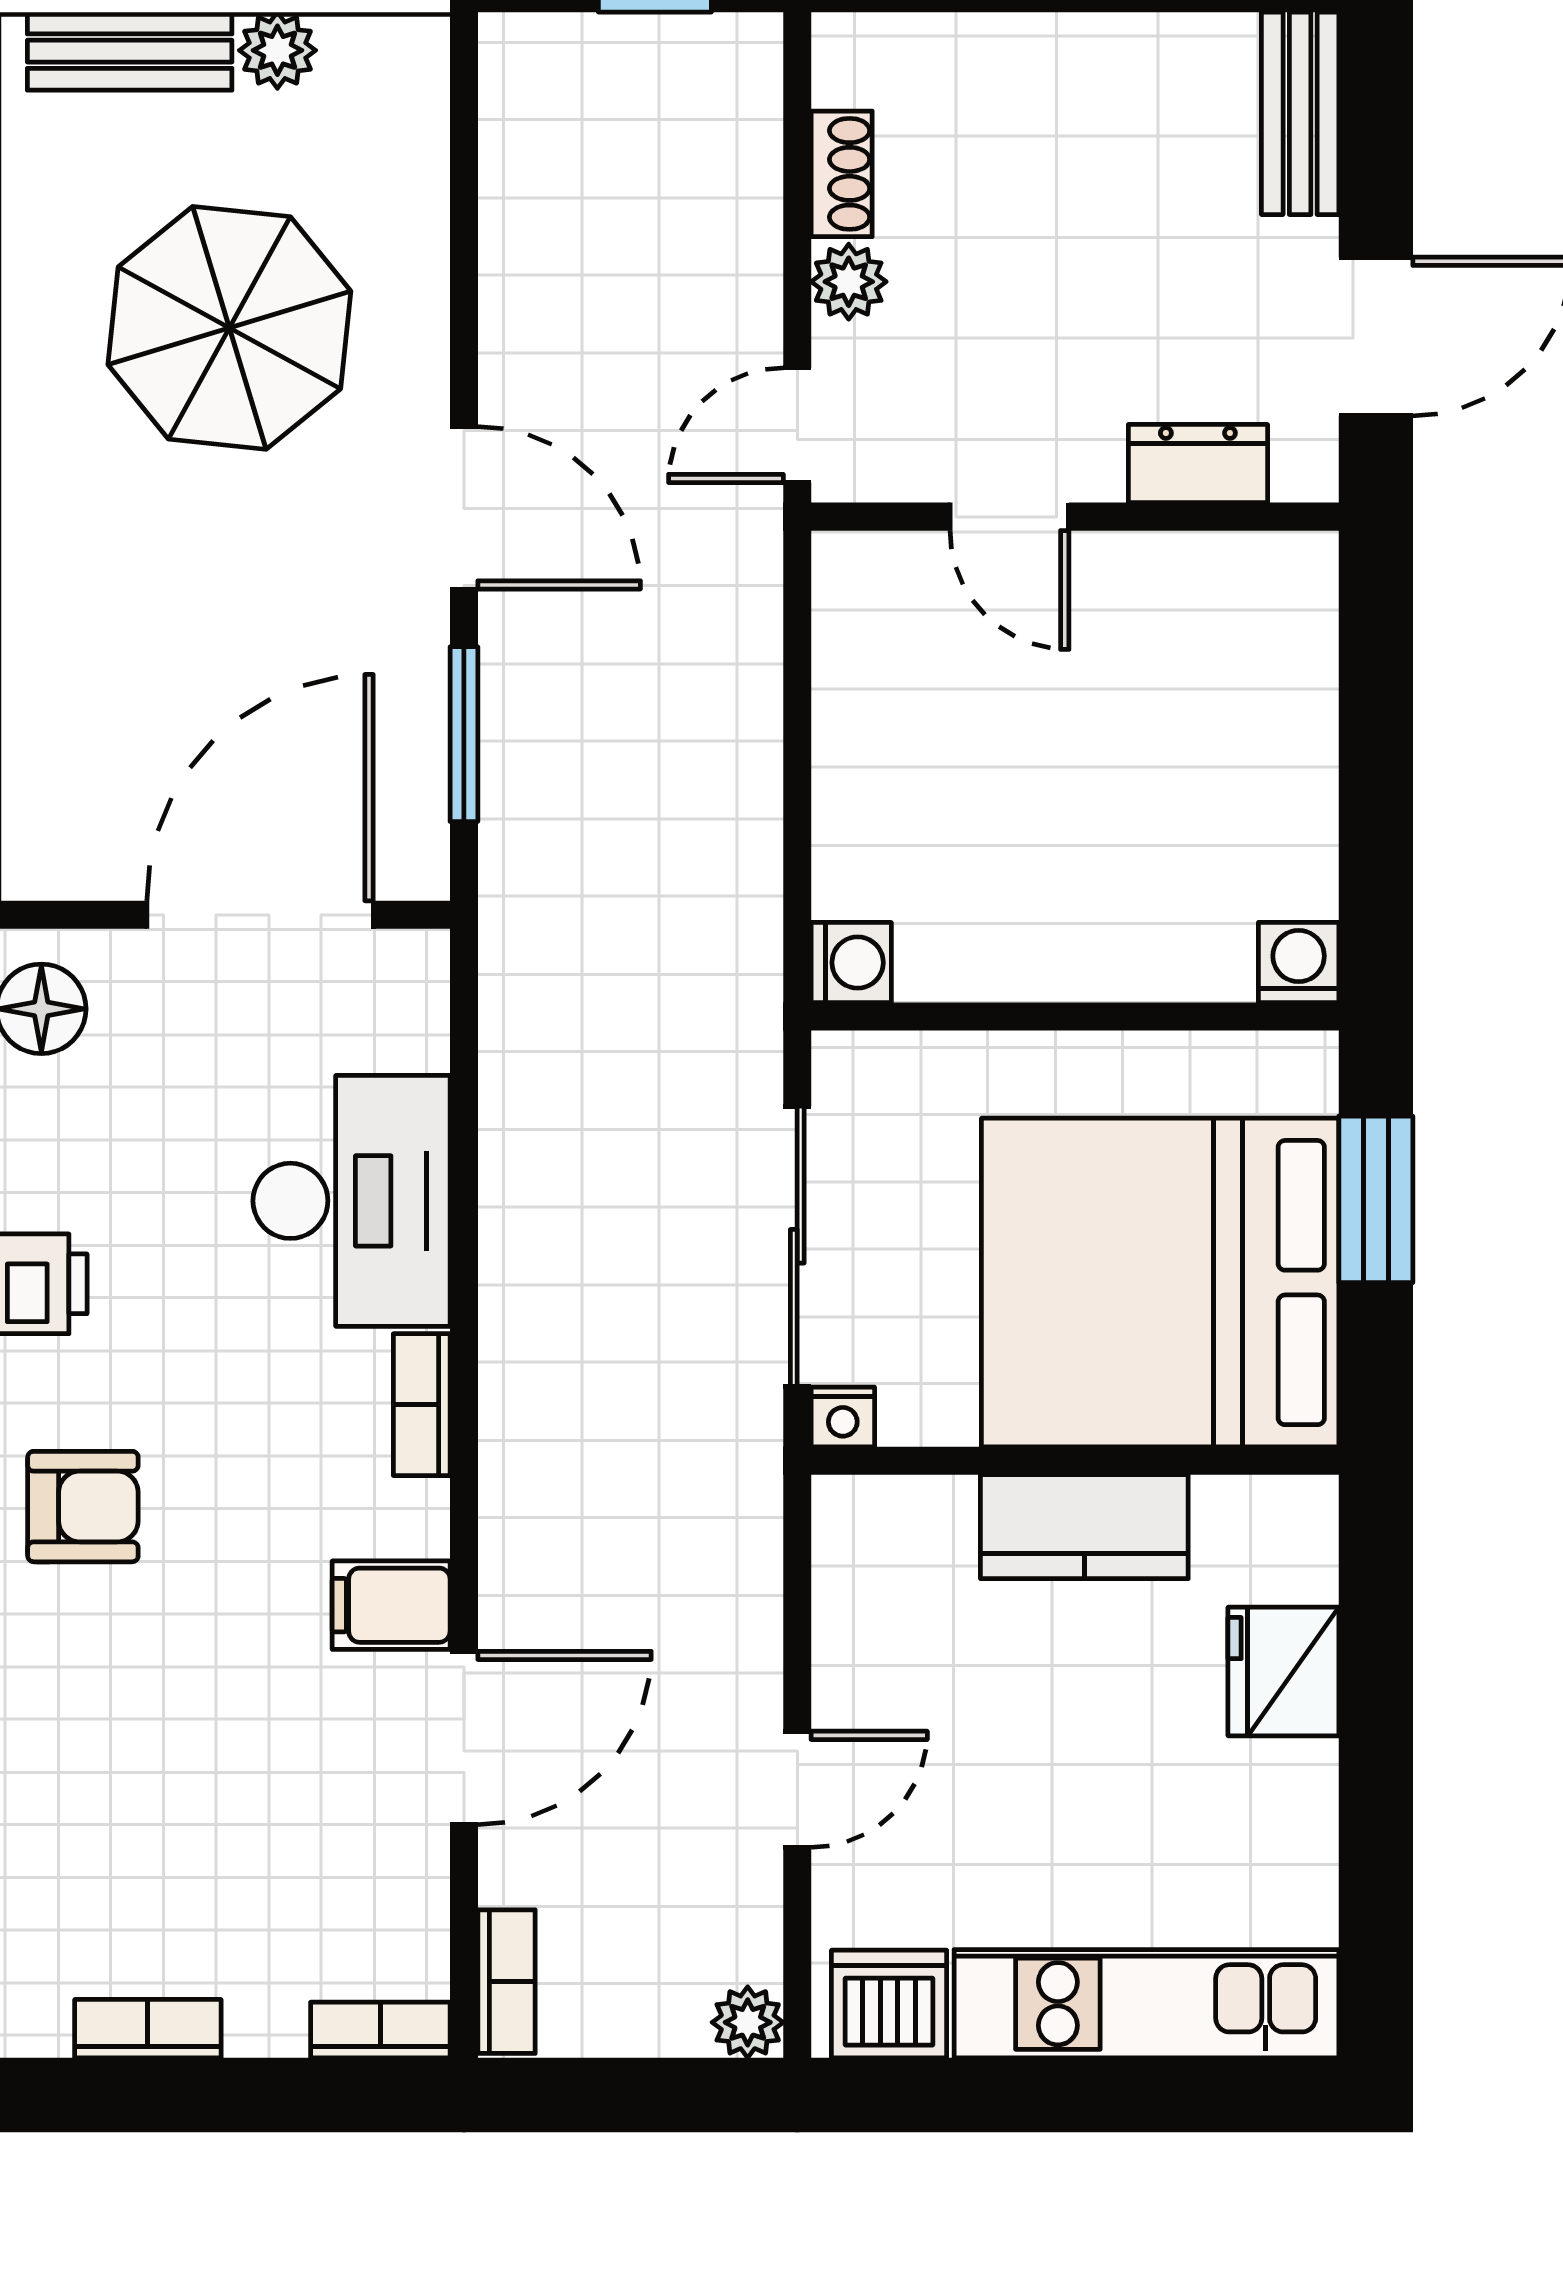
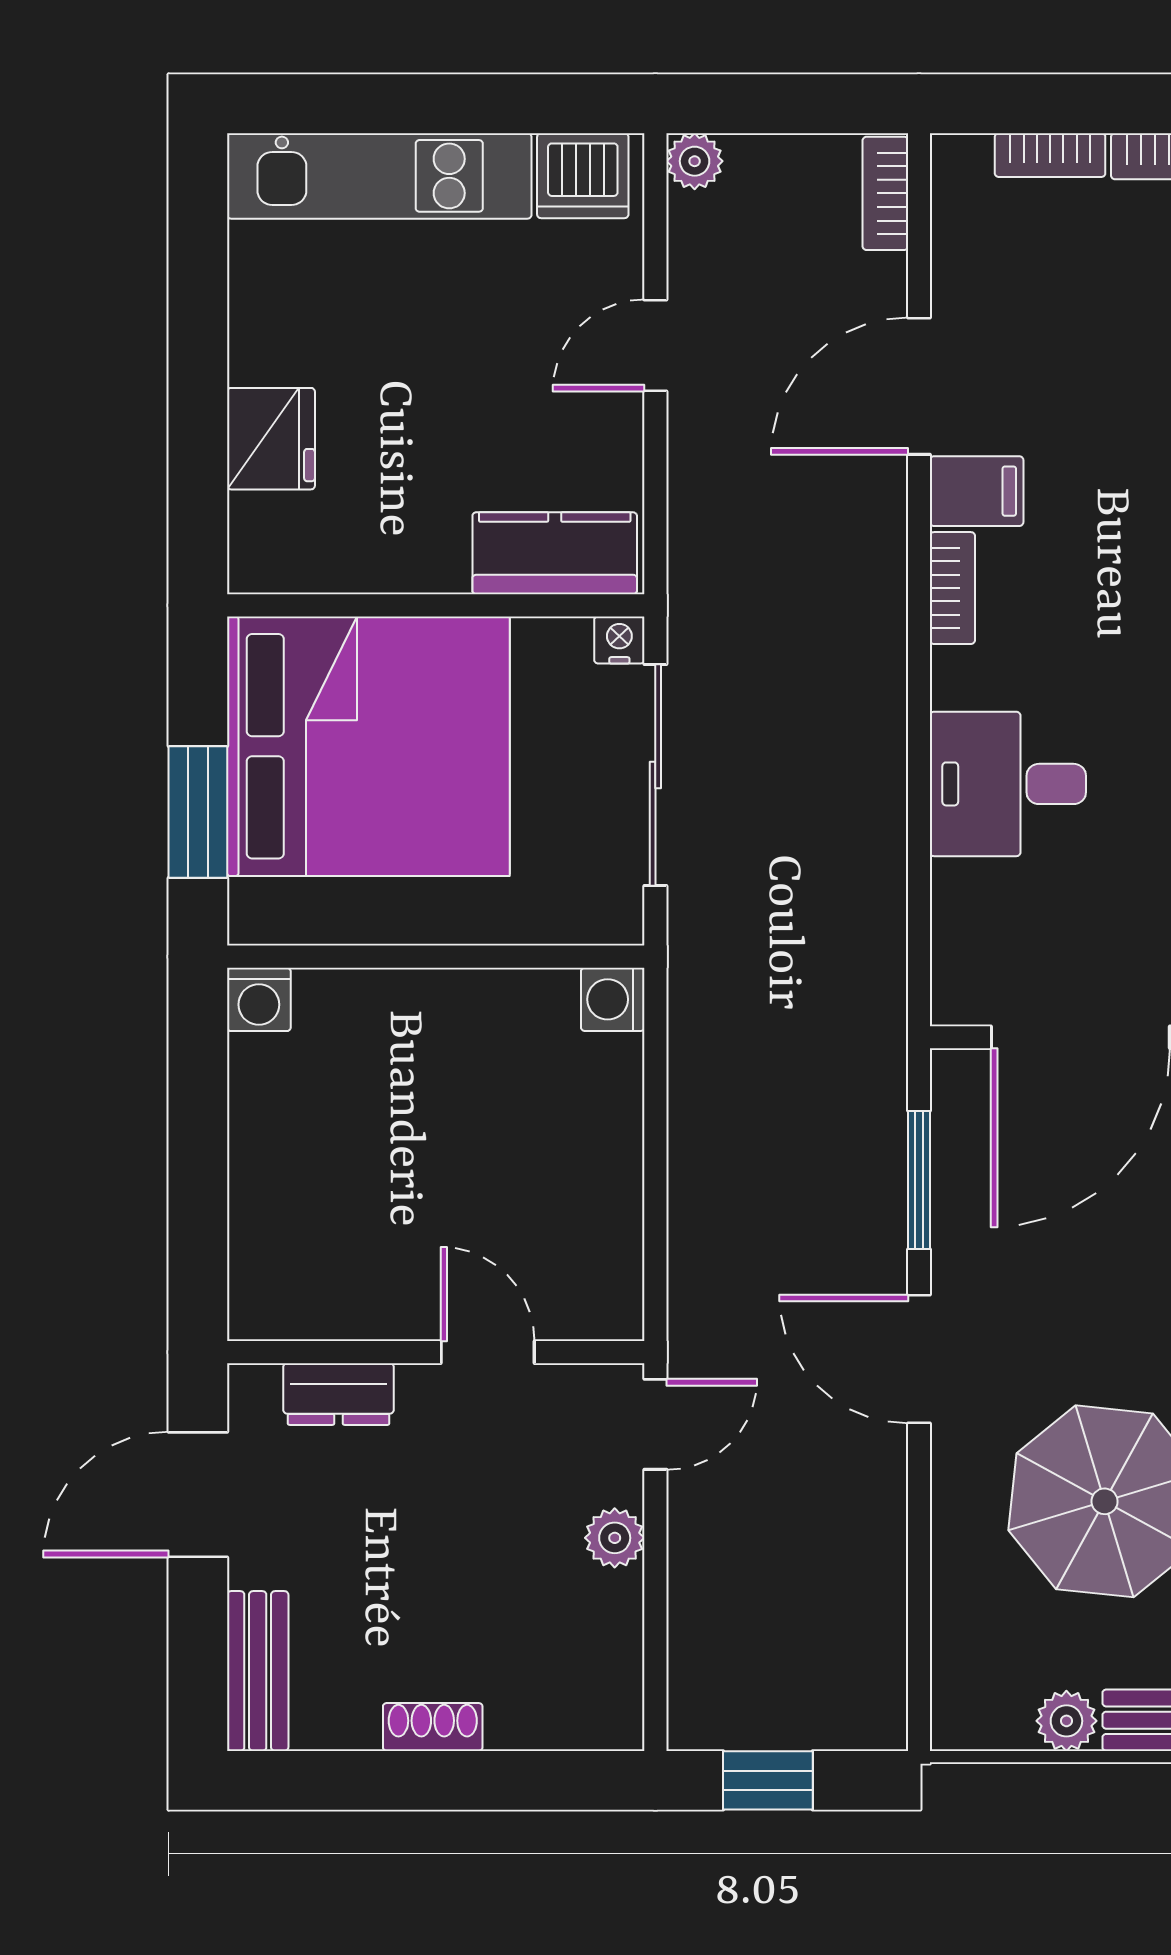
shoe rack: (842, 174) -> (433, 1727), moved, turned 90
desk: (351, 1201) -> (1008, 784), width x0.73
bookcase: (422, 1405) -> (952, 588), moved
kitchen counter: (1084, 1527) -> (555, 553), moved
bookcase: (380, 2030) -> (1050, 155), moved

